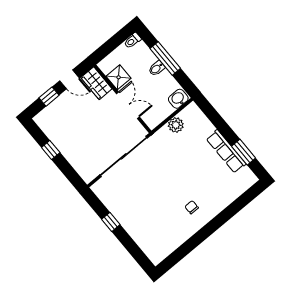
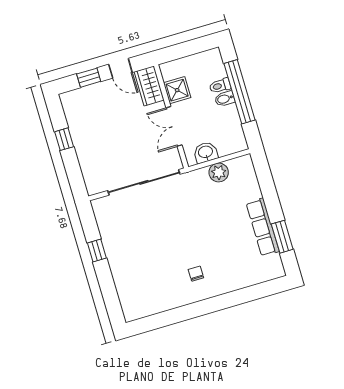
toilet: (132, 41) -> (220, 86), moved
window: (165, 58) -> (240, 92), width x1.46
washbasin: (178, 99) -> (206, 152), moved
double door: (128, 105) -> (174, 126), swing flipped

